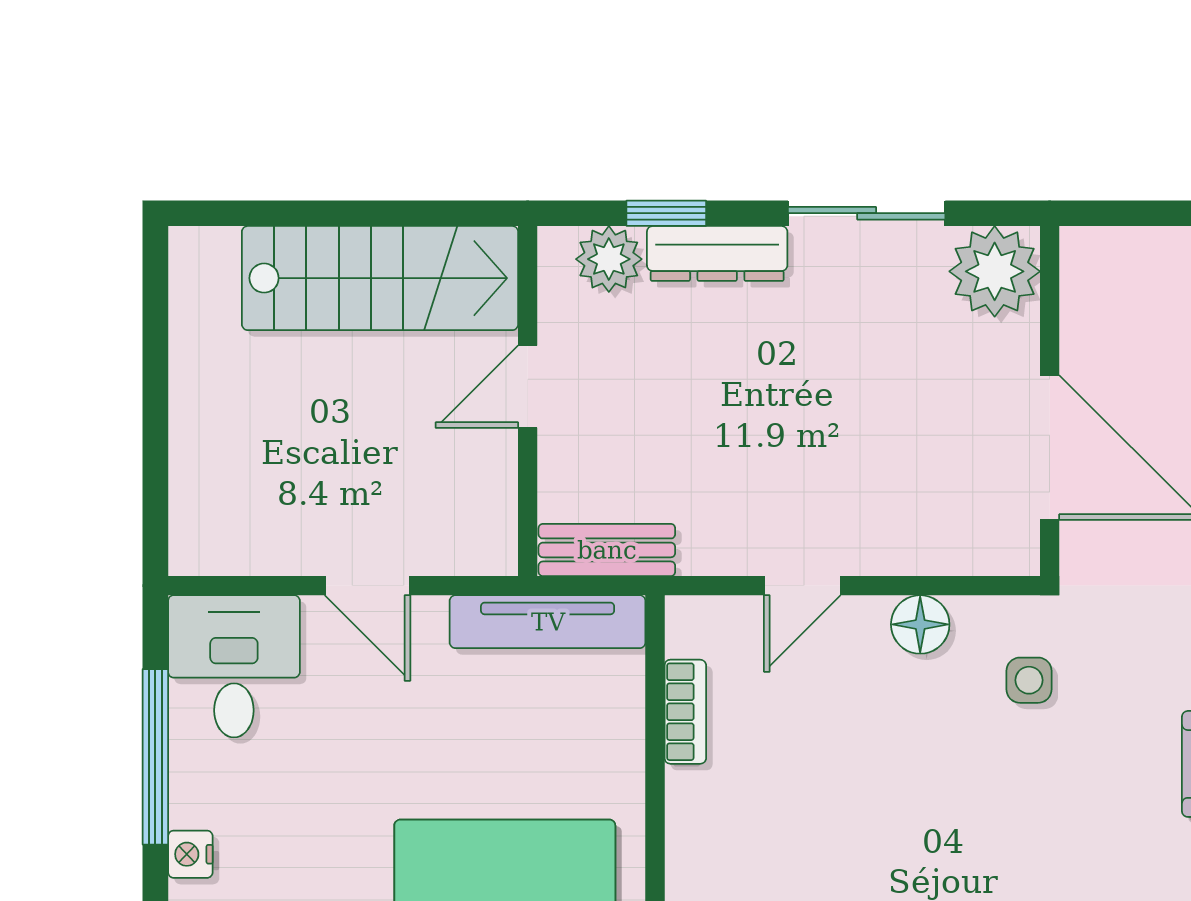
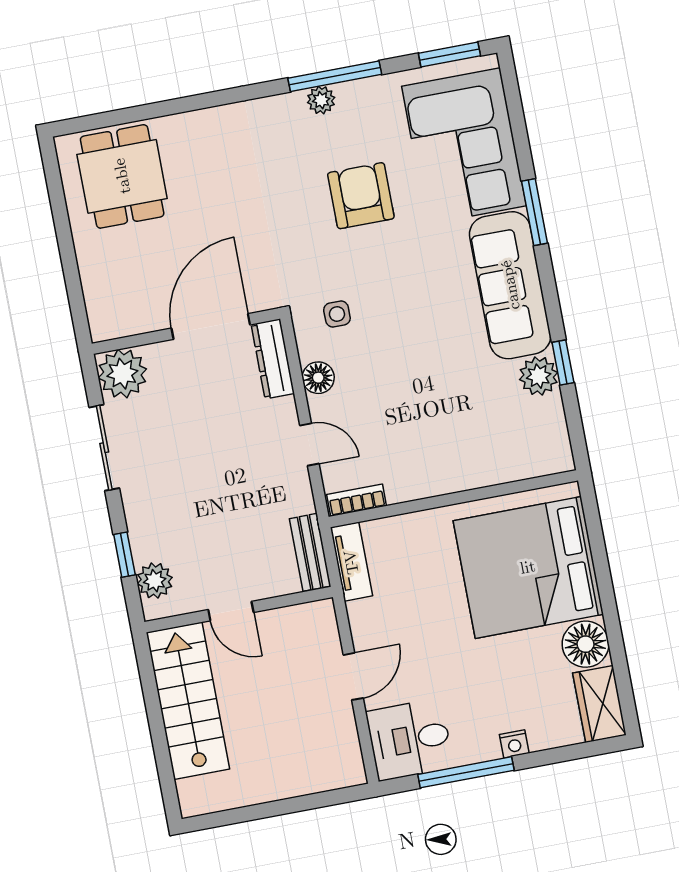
dresser: (717, 253) -> (273, 359), moved, turned 180
tv unit: (548, 622) -> (351, 562), width x0.71
bookcase: (685, 712) -> (357, 500), moved

